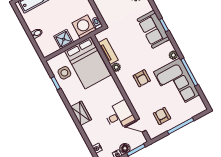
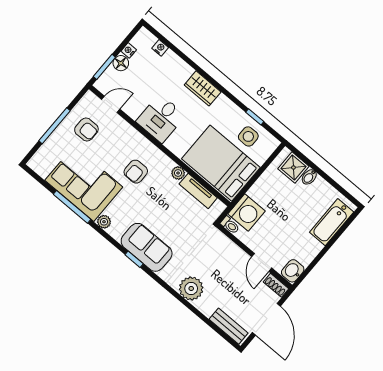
shower: (64, 39) -> (293, 167), moved
armchair: (142, 78) -> (136, 172), turned -90
desk: (119, 115) -> (161, 118), moved

